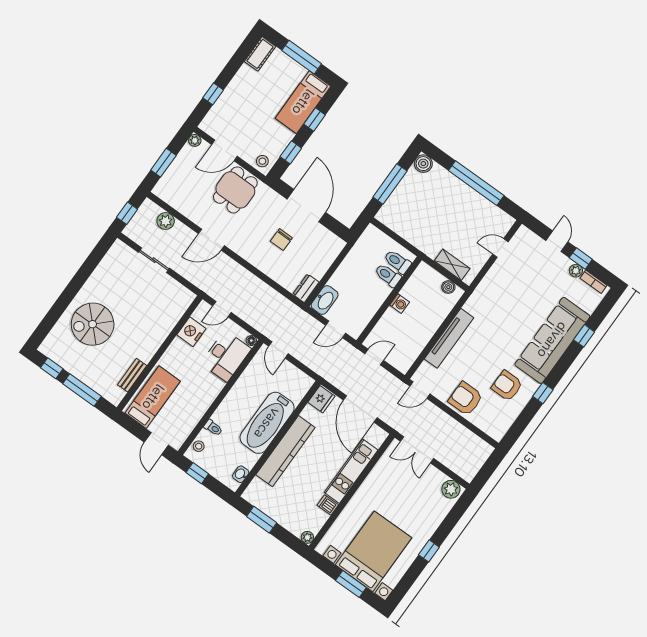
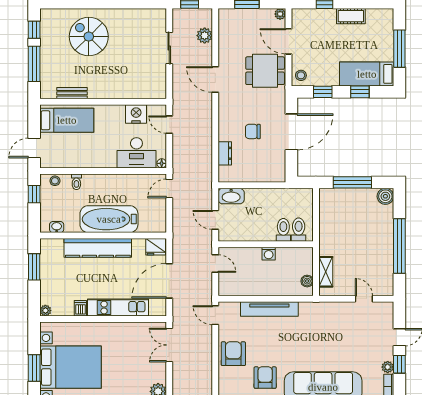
cot: (260, 54) -> (351, 16), moved
dresser: (306, 288) -> (225, 153), moved, turned 90

